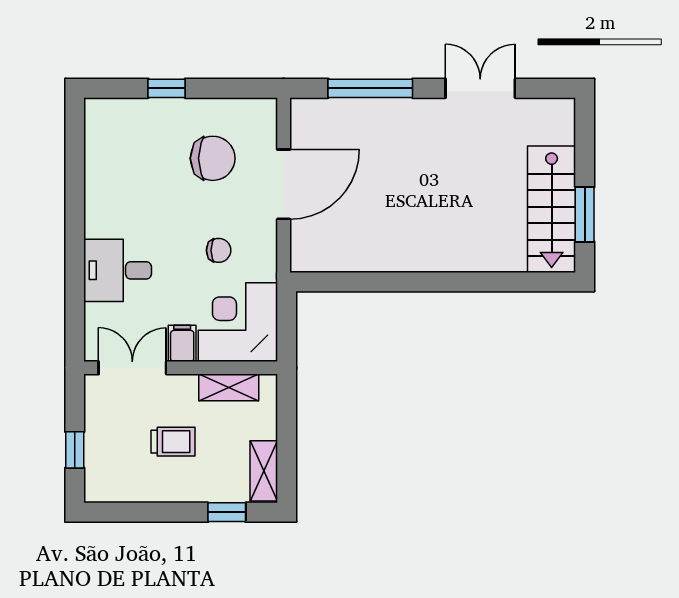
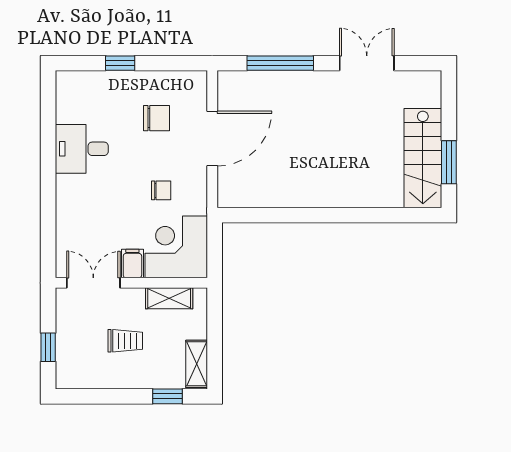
chair: (213, 158) -> (156, 118), width x0.73, depth x0.73
desk: (118, 270) -> (82, 149), moved

